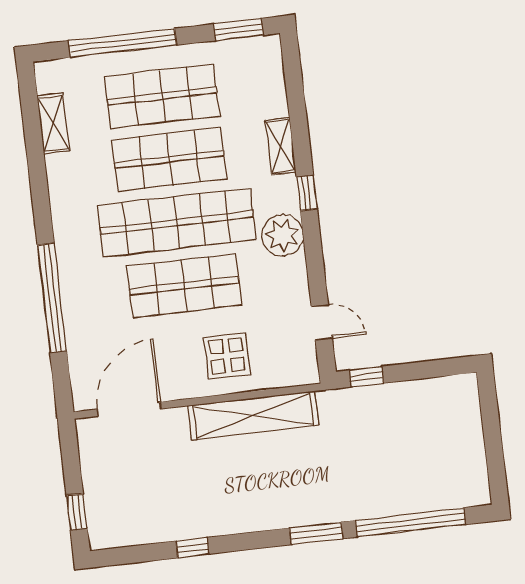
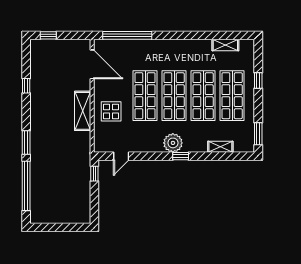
window: (123, 43) -> (258, 81), width x0.32
shelving: (281, 146) -> (220, 147), moved
shop shelf: (177, 223) -> (174, 96), width x0.71
plant: (282, 235) -> (173, 143), moved
window: (52, 298) -> (127, 35), moved
shelving: (253, 416) -> (83, 111), width x0.68

